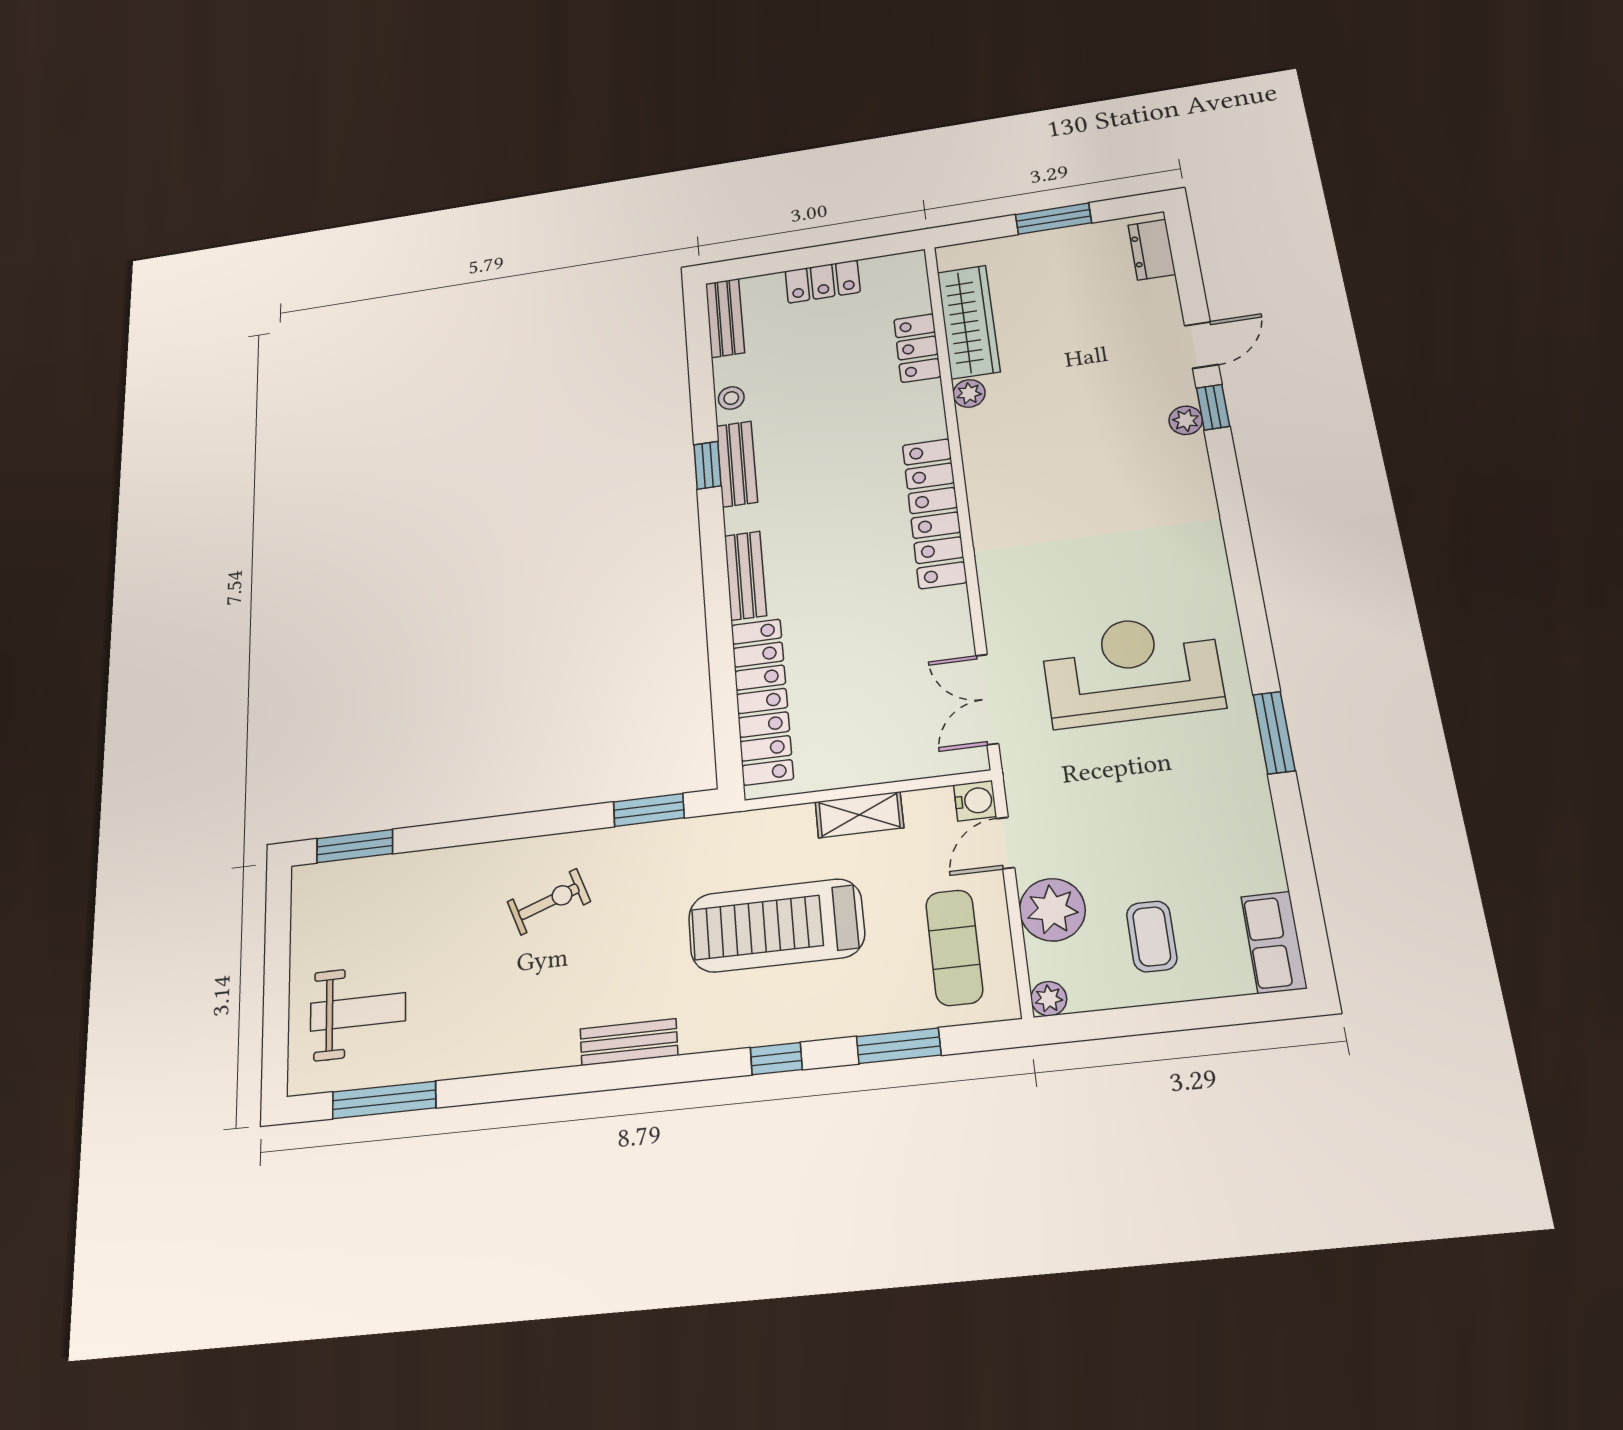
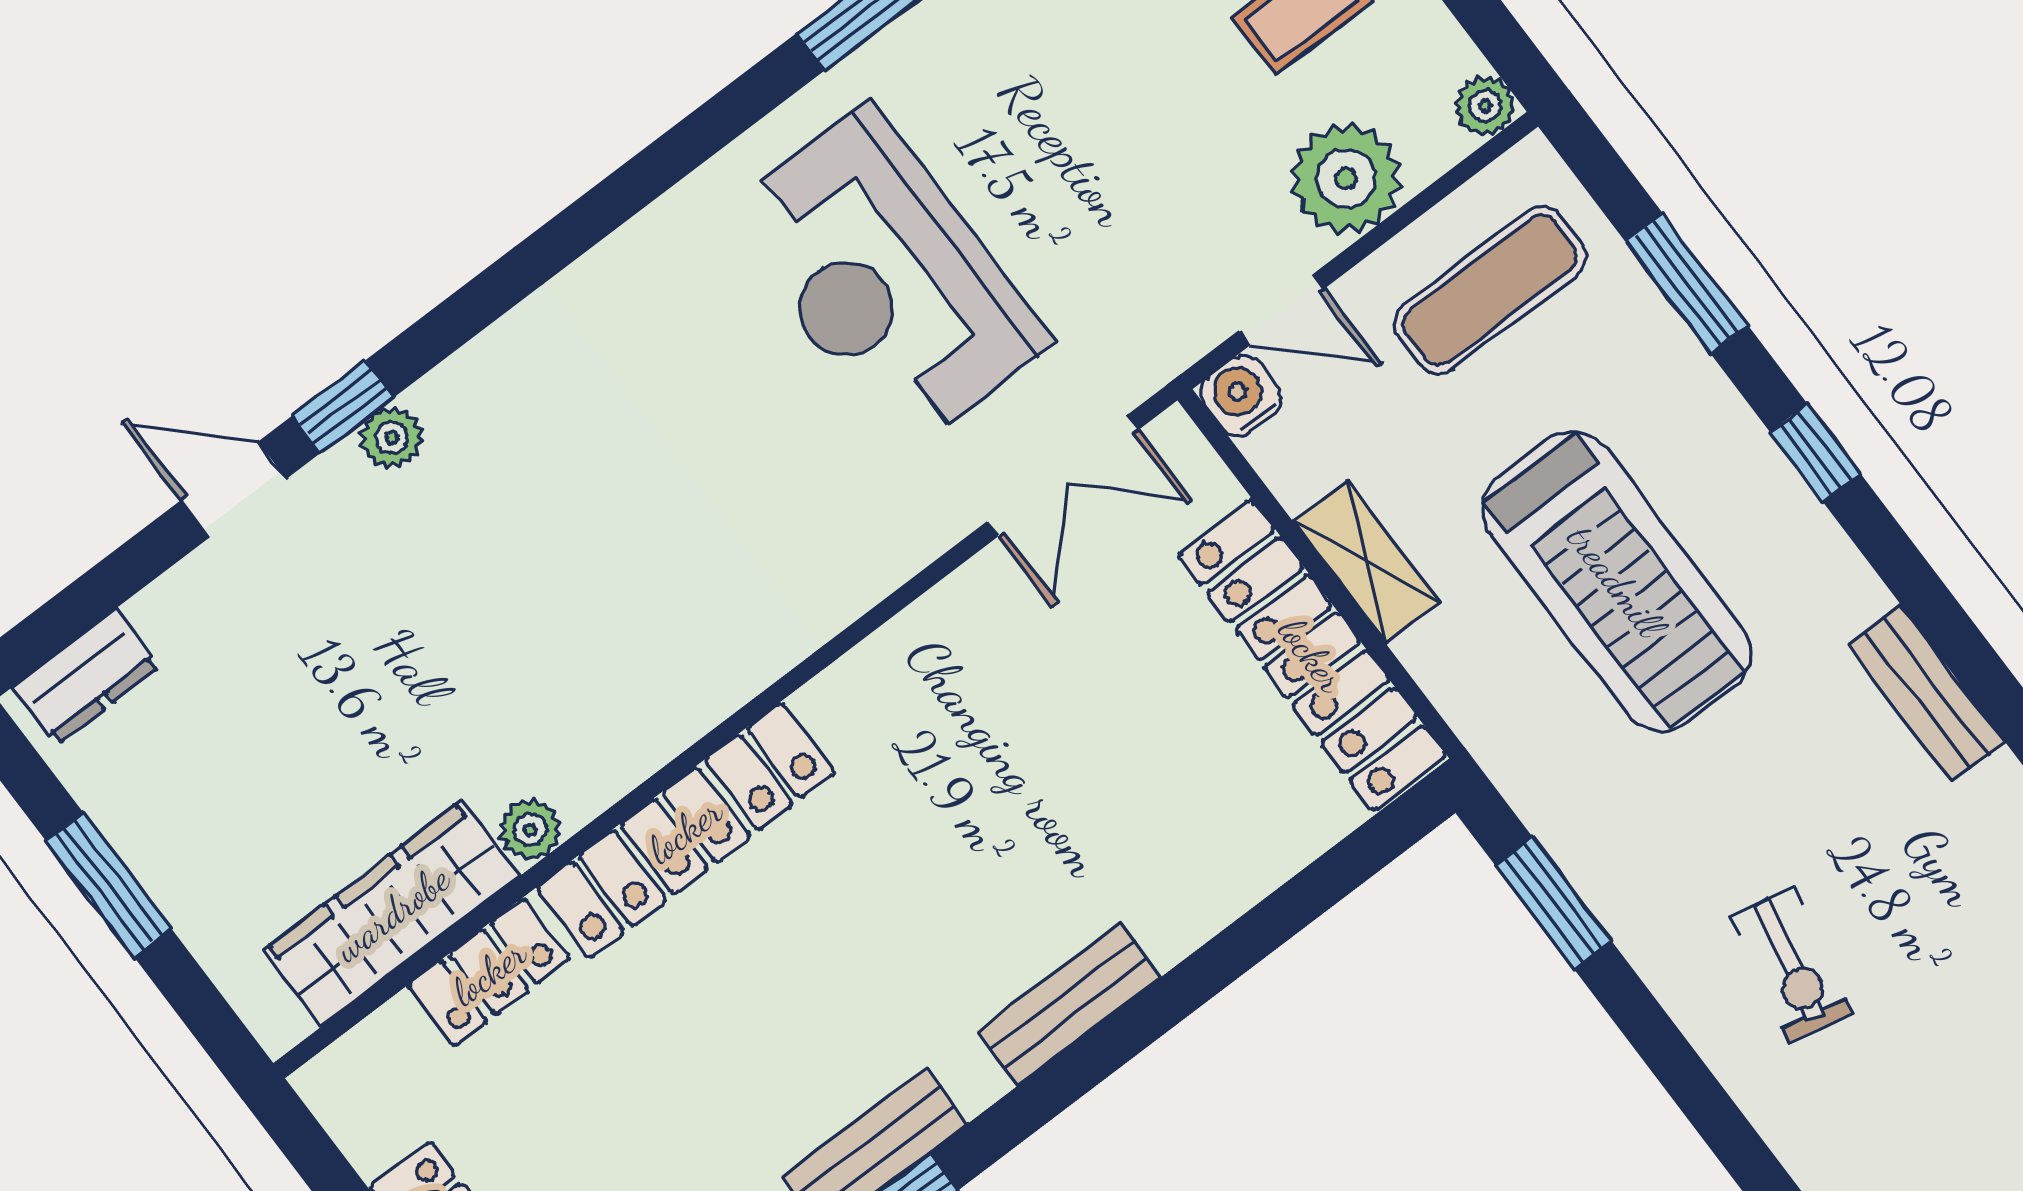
locker: (934, 513) -> (685, 830), moved
locker: (762, 701) -> (1312, 655), moved, turned -90
exercise bike: (549, 902) -> (1792, 966), turned -148

